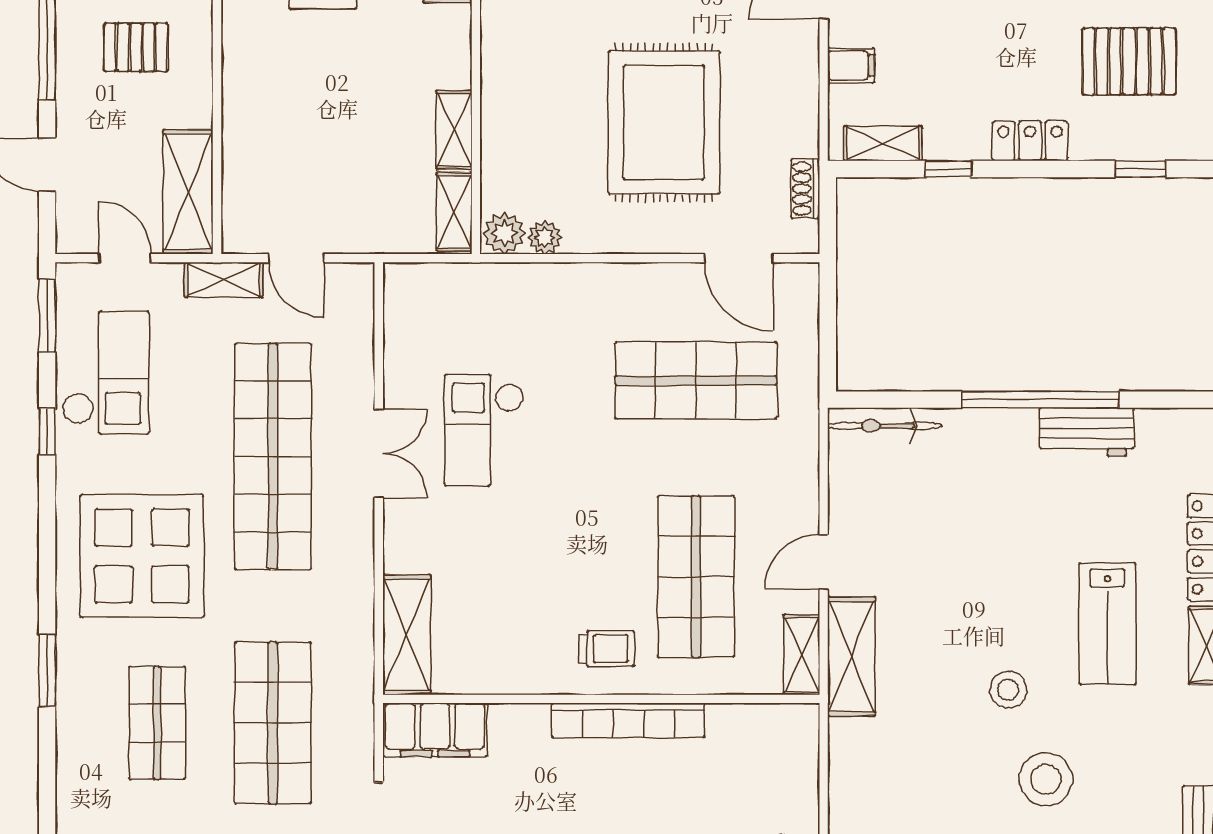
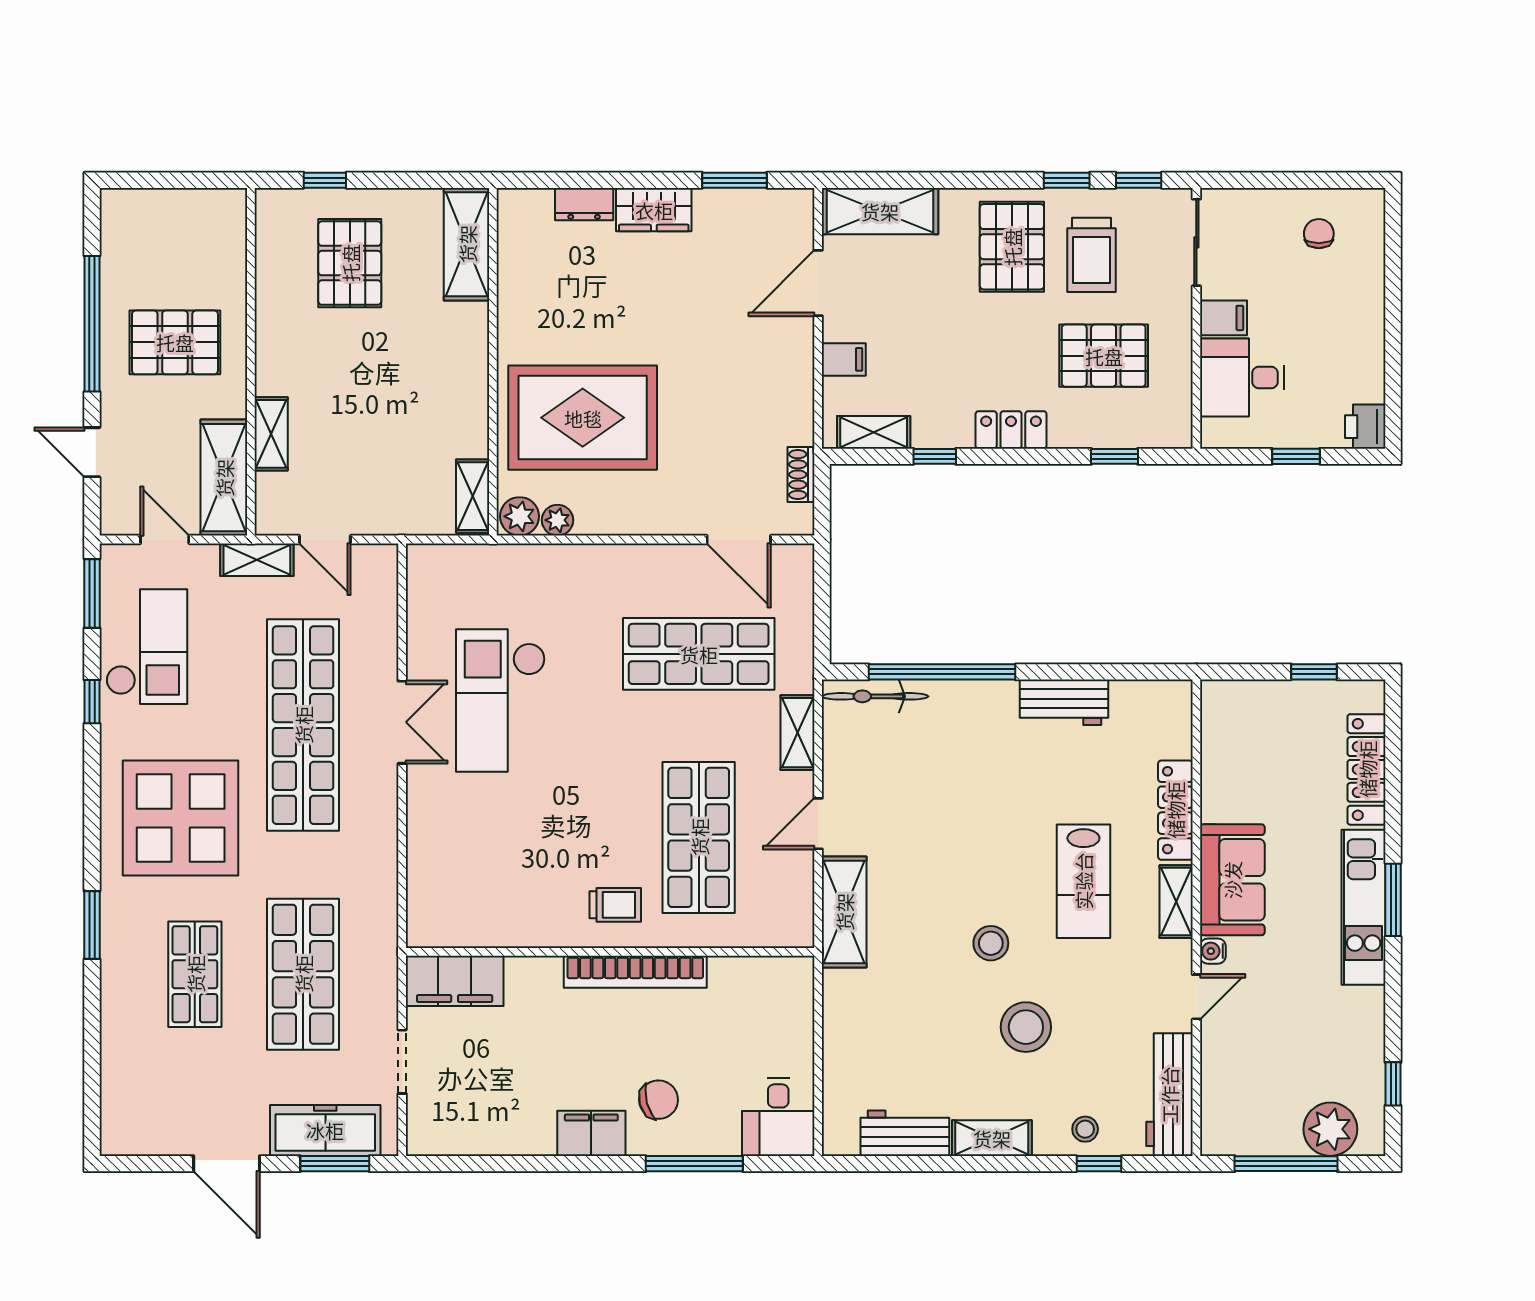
pallet: (136, 47) -> (175, 342), width x1.50, depth x1.42
rug: (664, 123) -> (583, 418), moved, turned 90
shelving: (454, 130) -> (271, 434), moved
window: (1040, 400) -> (942, 672), moved
checkout: (484, 430) -> (501, 700), width x1.36, depth x1.21
shelving: (407, 635) -> (428, 892), removed
shelving: (802, 655) -> (798, 733), moved

